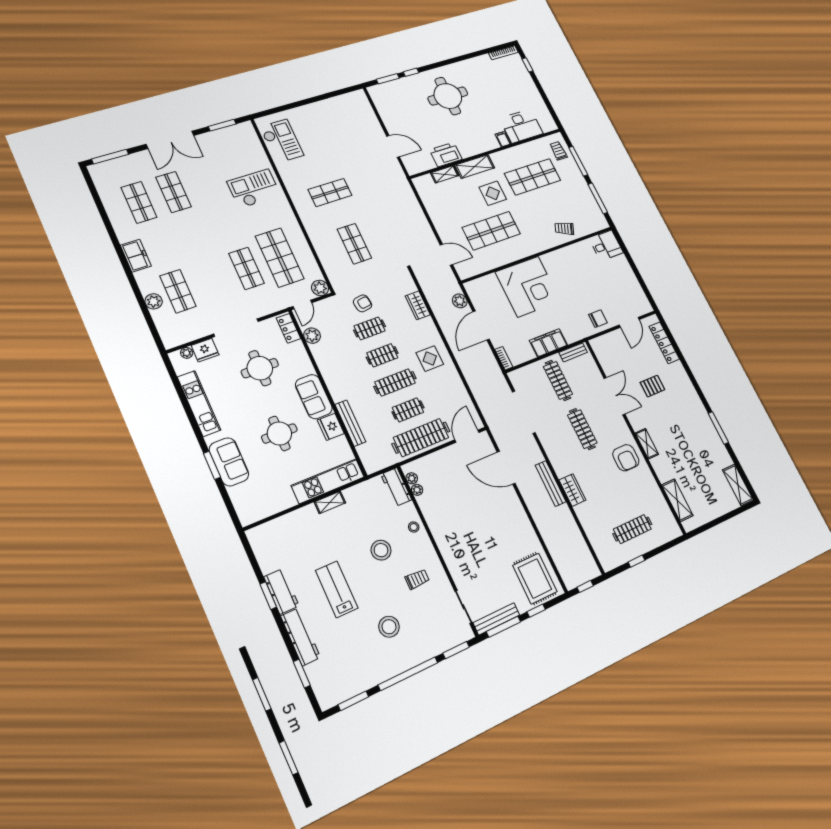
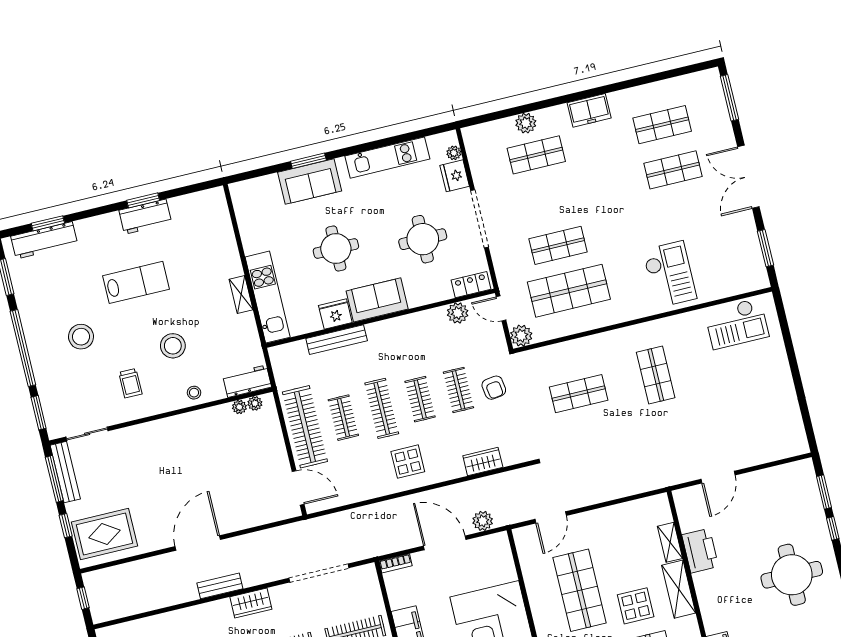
door: (506, 468) -> (198, 543), moved
bench: (551, 483) -> (220, 586), width x0.73
wardrobe: (572, 490) -> (251, 603), moved
workbench: (301, 637) -> (44, 240), moved

